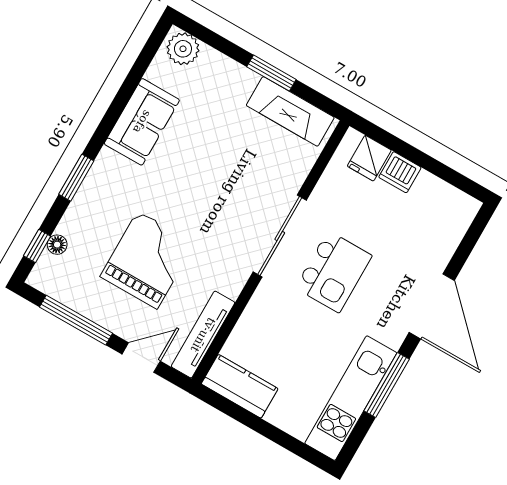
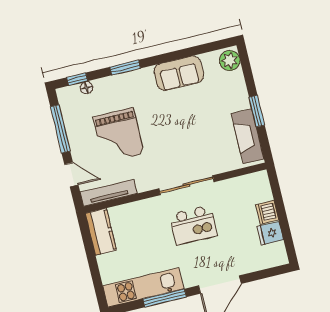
fridge: (369, 158) -> (270, 233), moved
grand piano: (148, 260) -> (118, 135), turned 90

